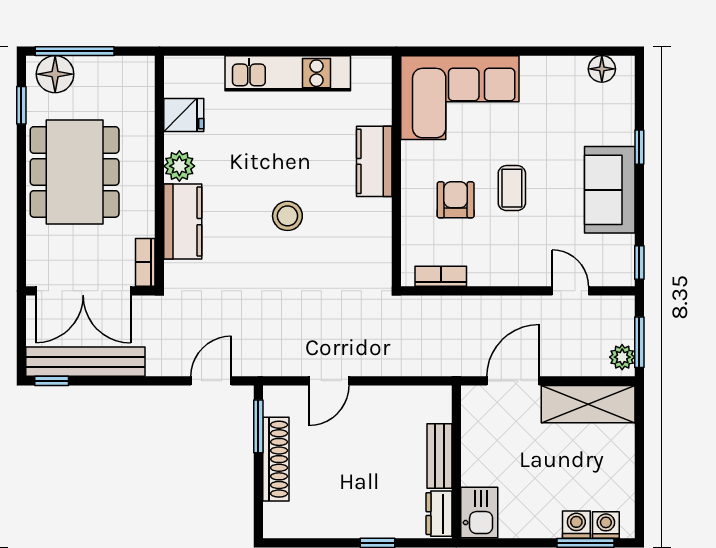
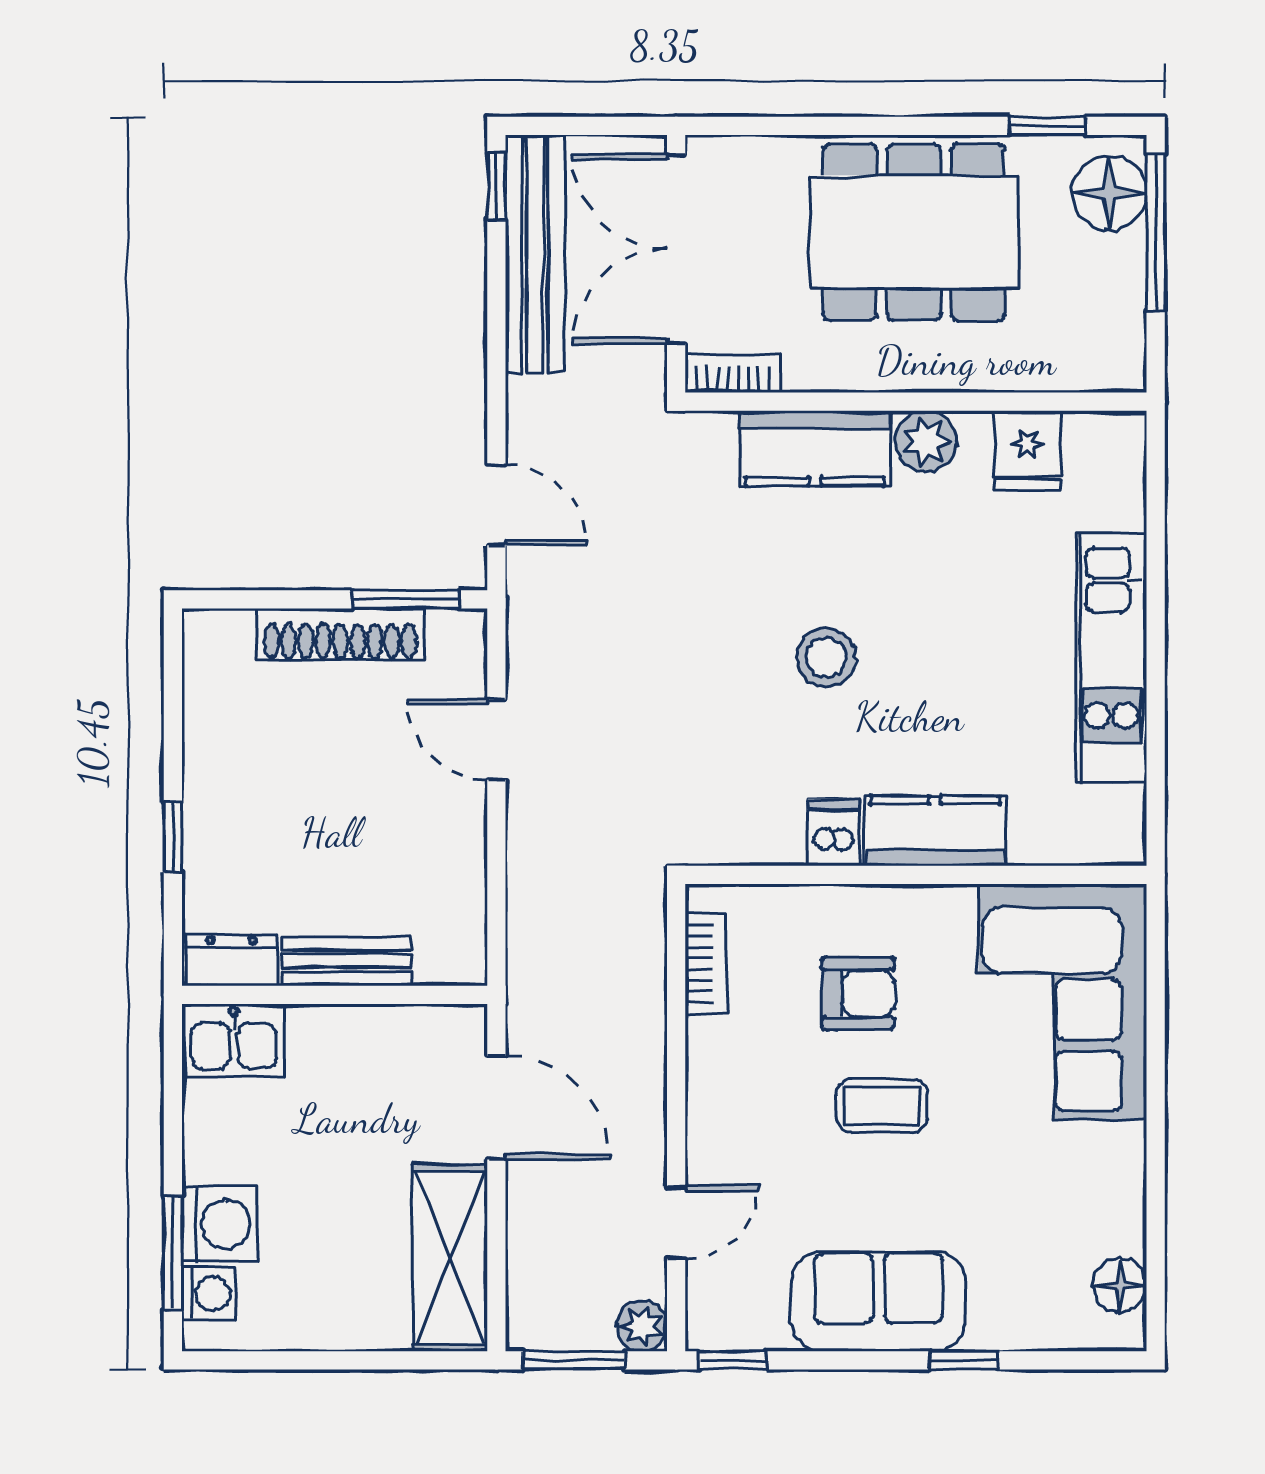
dishwasher: (375, 212) -> (834, 832), added
plant: (622, 357) -> (642, 1326), moved
washing machine: (576, 525) -> (220, 1224), width x1.38, depth x1.38

